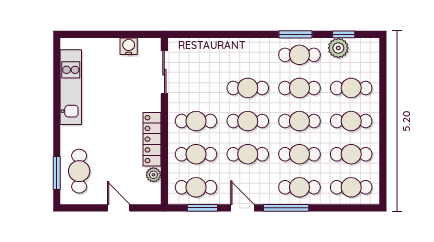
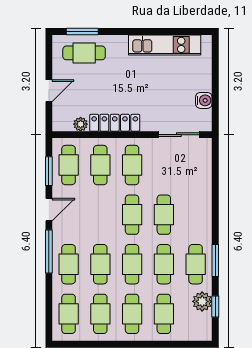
cafe table: (248, 154) -> (100, 215), removed

